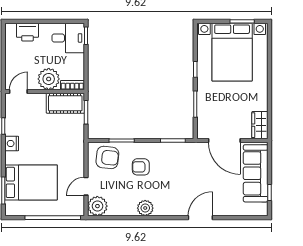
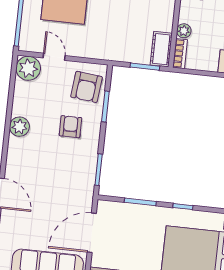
plant: (49, 79) -> (184, 31), width x0.53, depth x0.53
cot: (65, 103) -> (161, 49), width x0.73, depth x0.75

